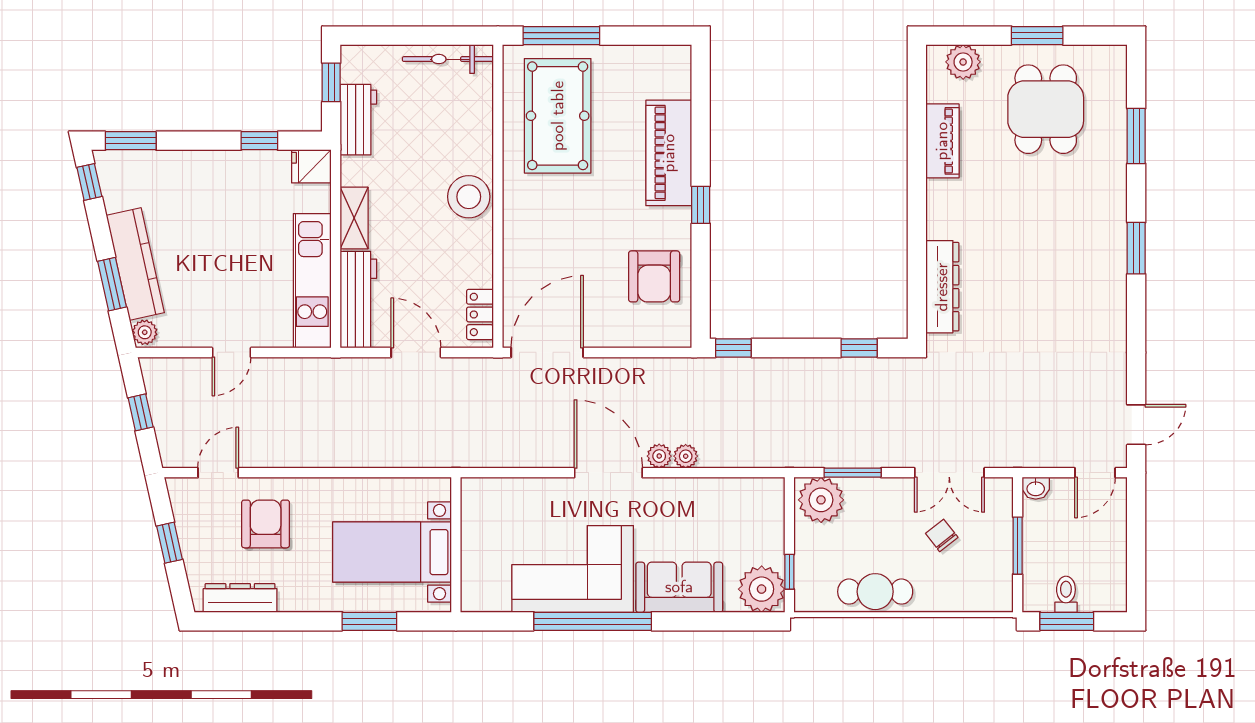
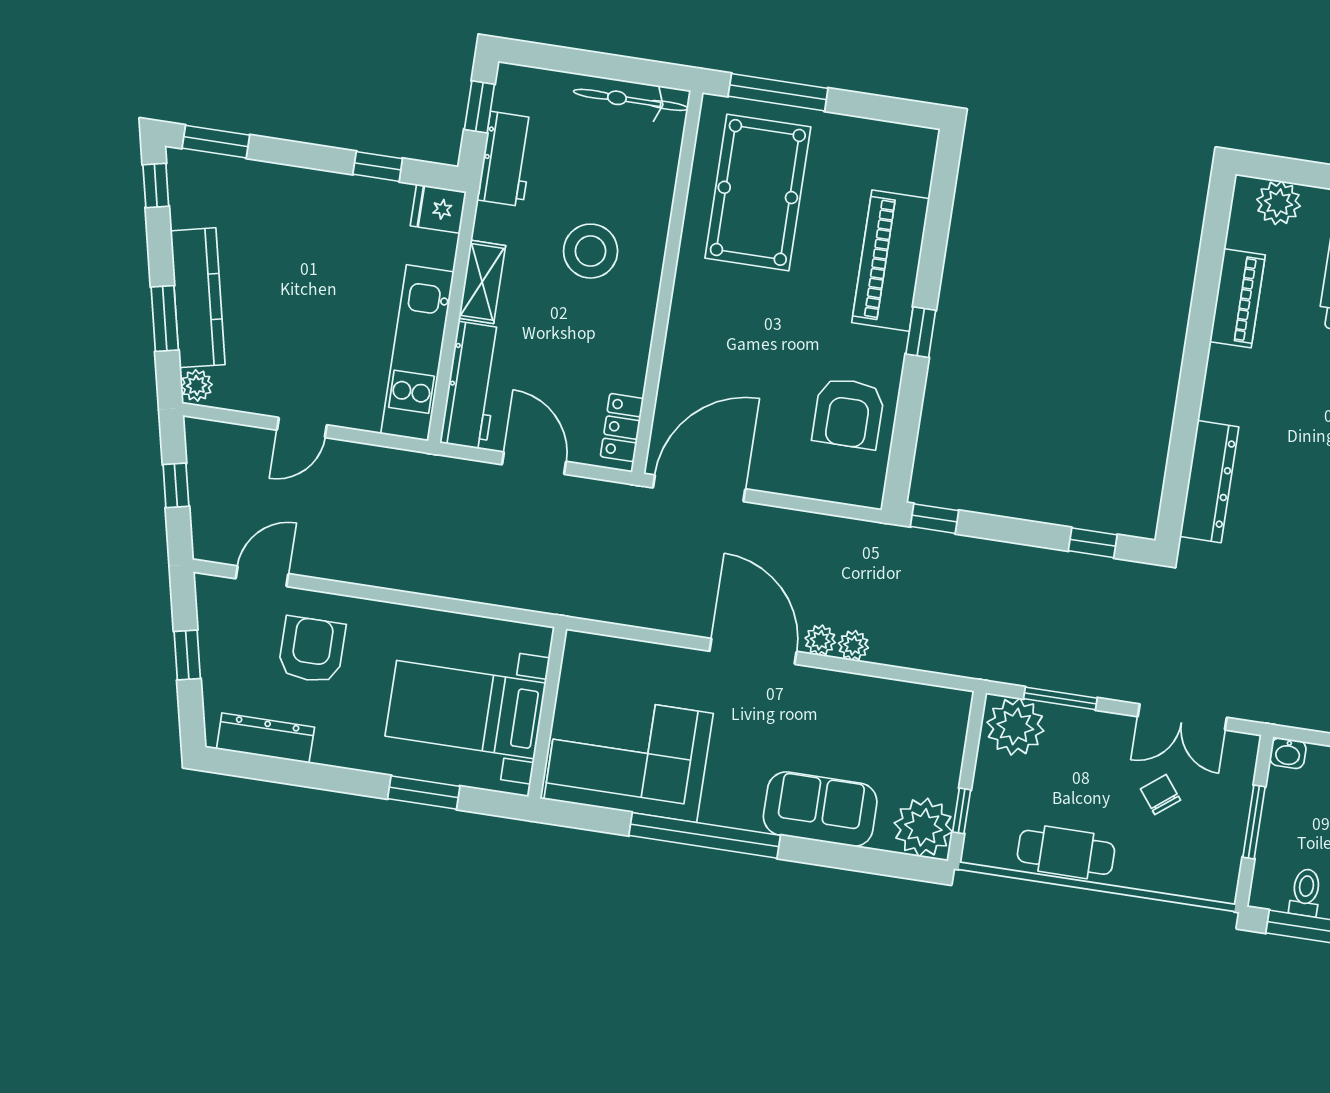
stool: (469, 197) -> (591, 251), moved
corner sofa: (573, 569) -> (629, 756), moved

